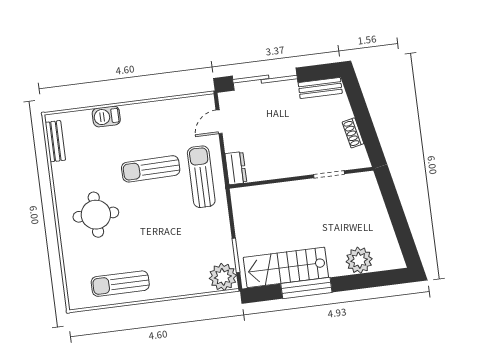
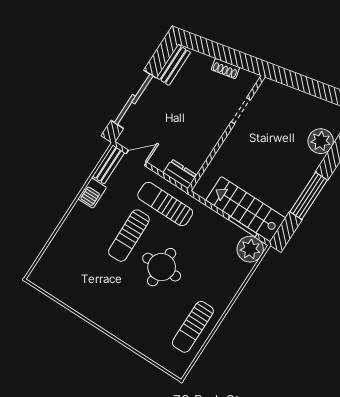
barbecue: (106, 117) -> (92, 193), moved
door: (219, 122) -> (136, 158), swing flipped
bench: (55, 141) -> (109, 164), moved, turned 90
round table: (96, 215) -> (162, 267), moved
stairs: (286, 267) -> (246, 209), moved, turned 90

